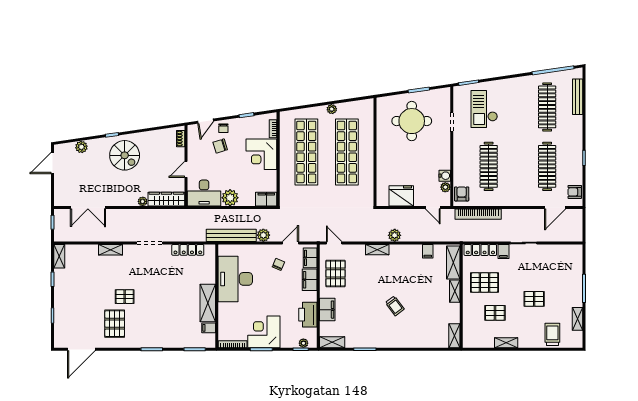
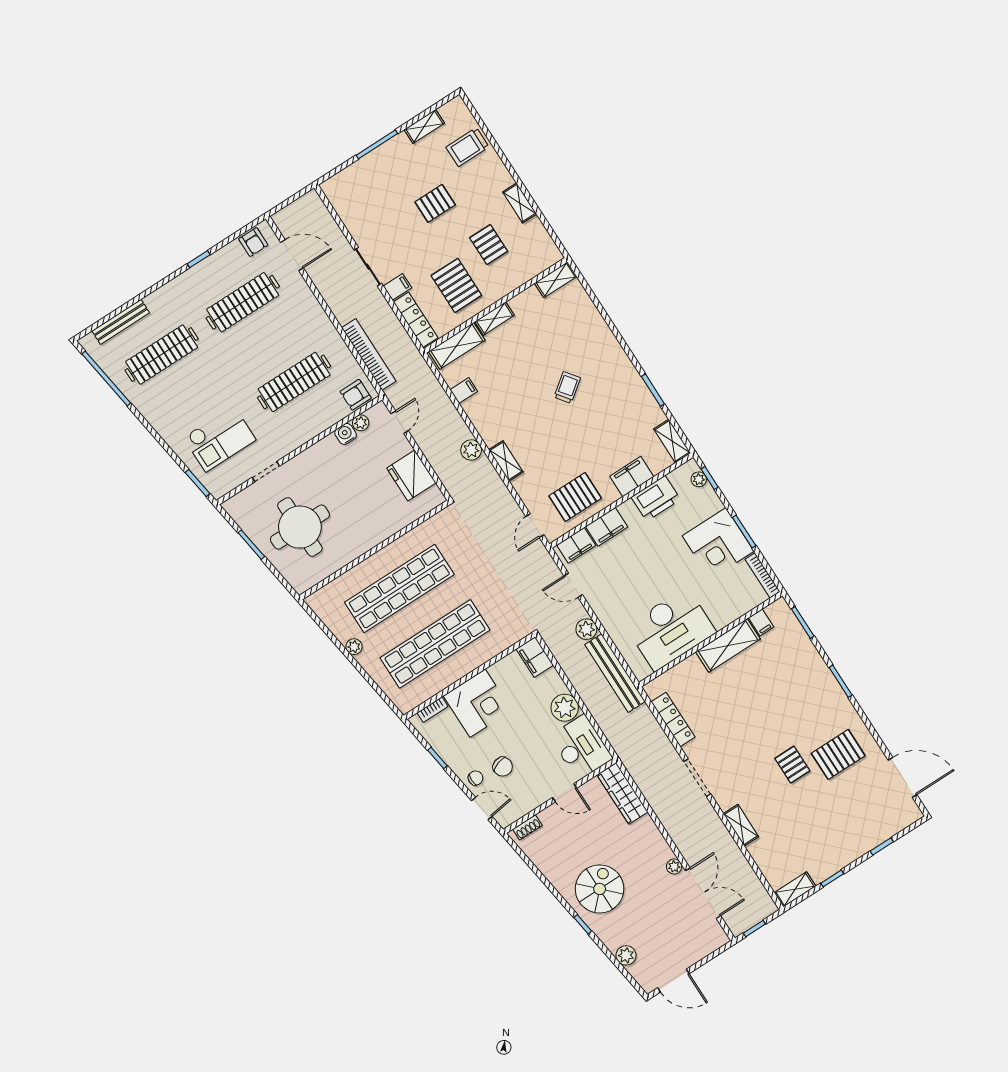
plant: (143, 201) -> (674, 866), moved
chair: (278, 264) -> (613, 583), removed
pallet: (534, 299) -> (435, 203), turned 90

